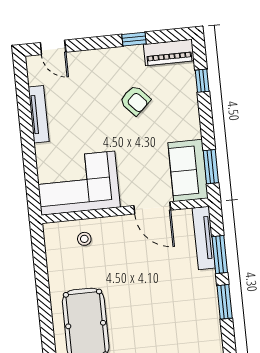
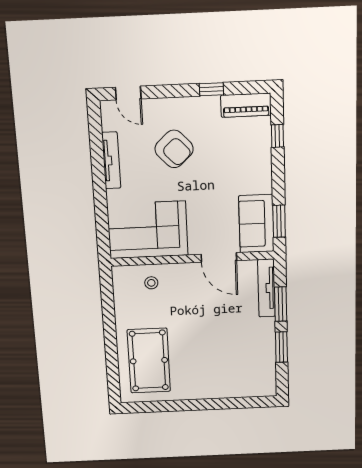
armchair: (135, 100) -> (174, 149), moved, width x1.38, depth x1.38

